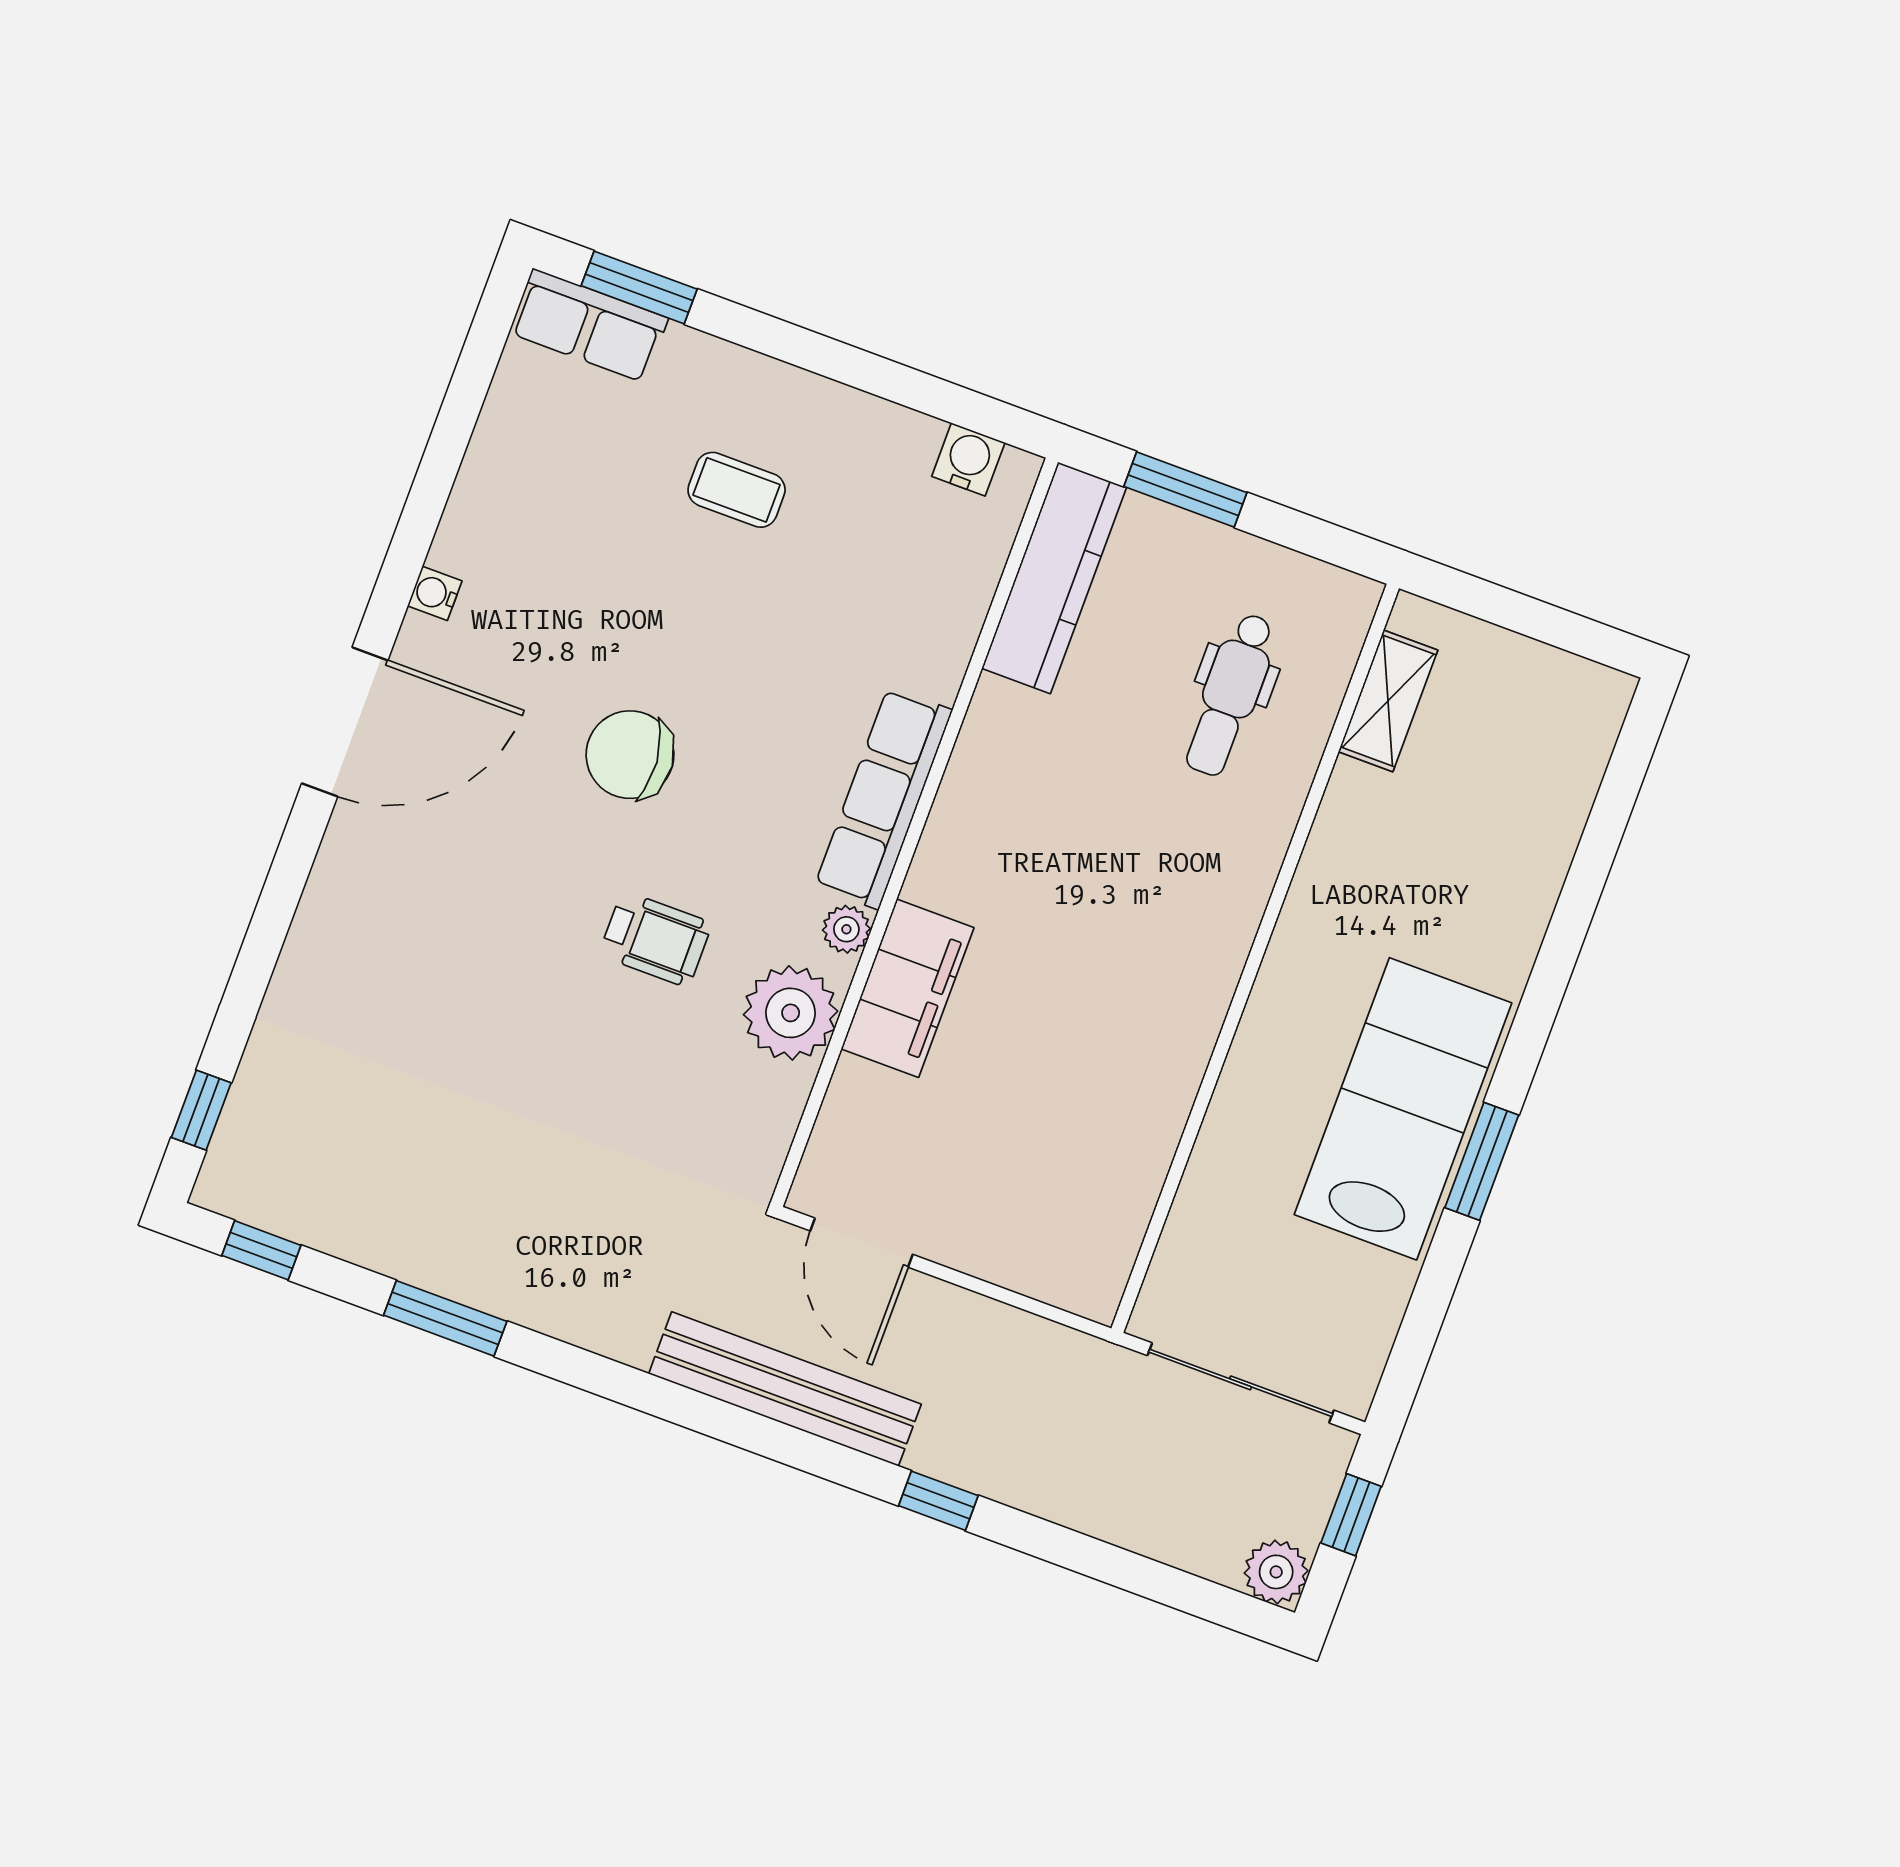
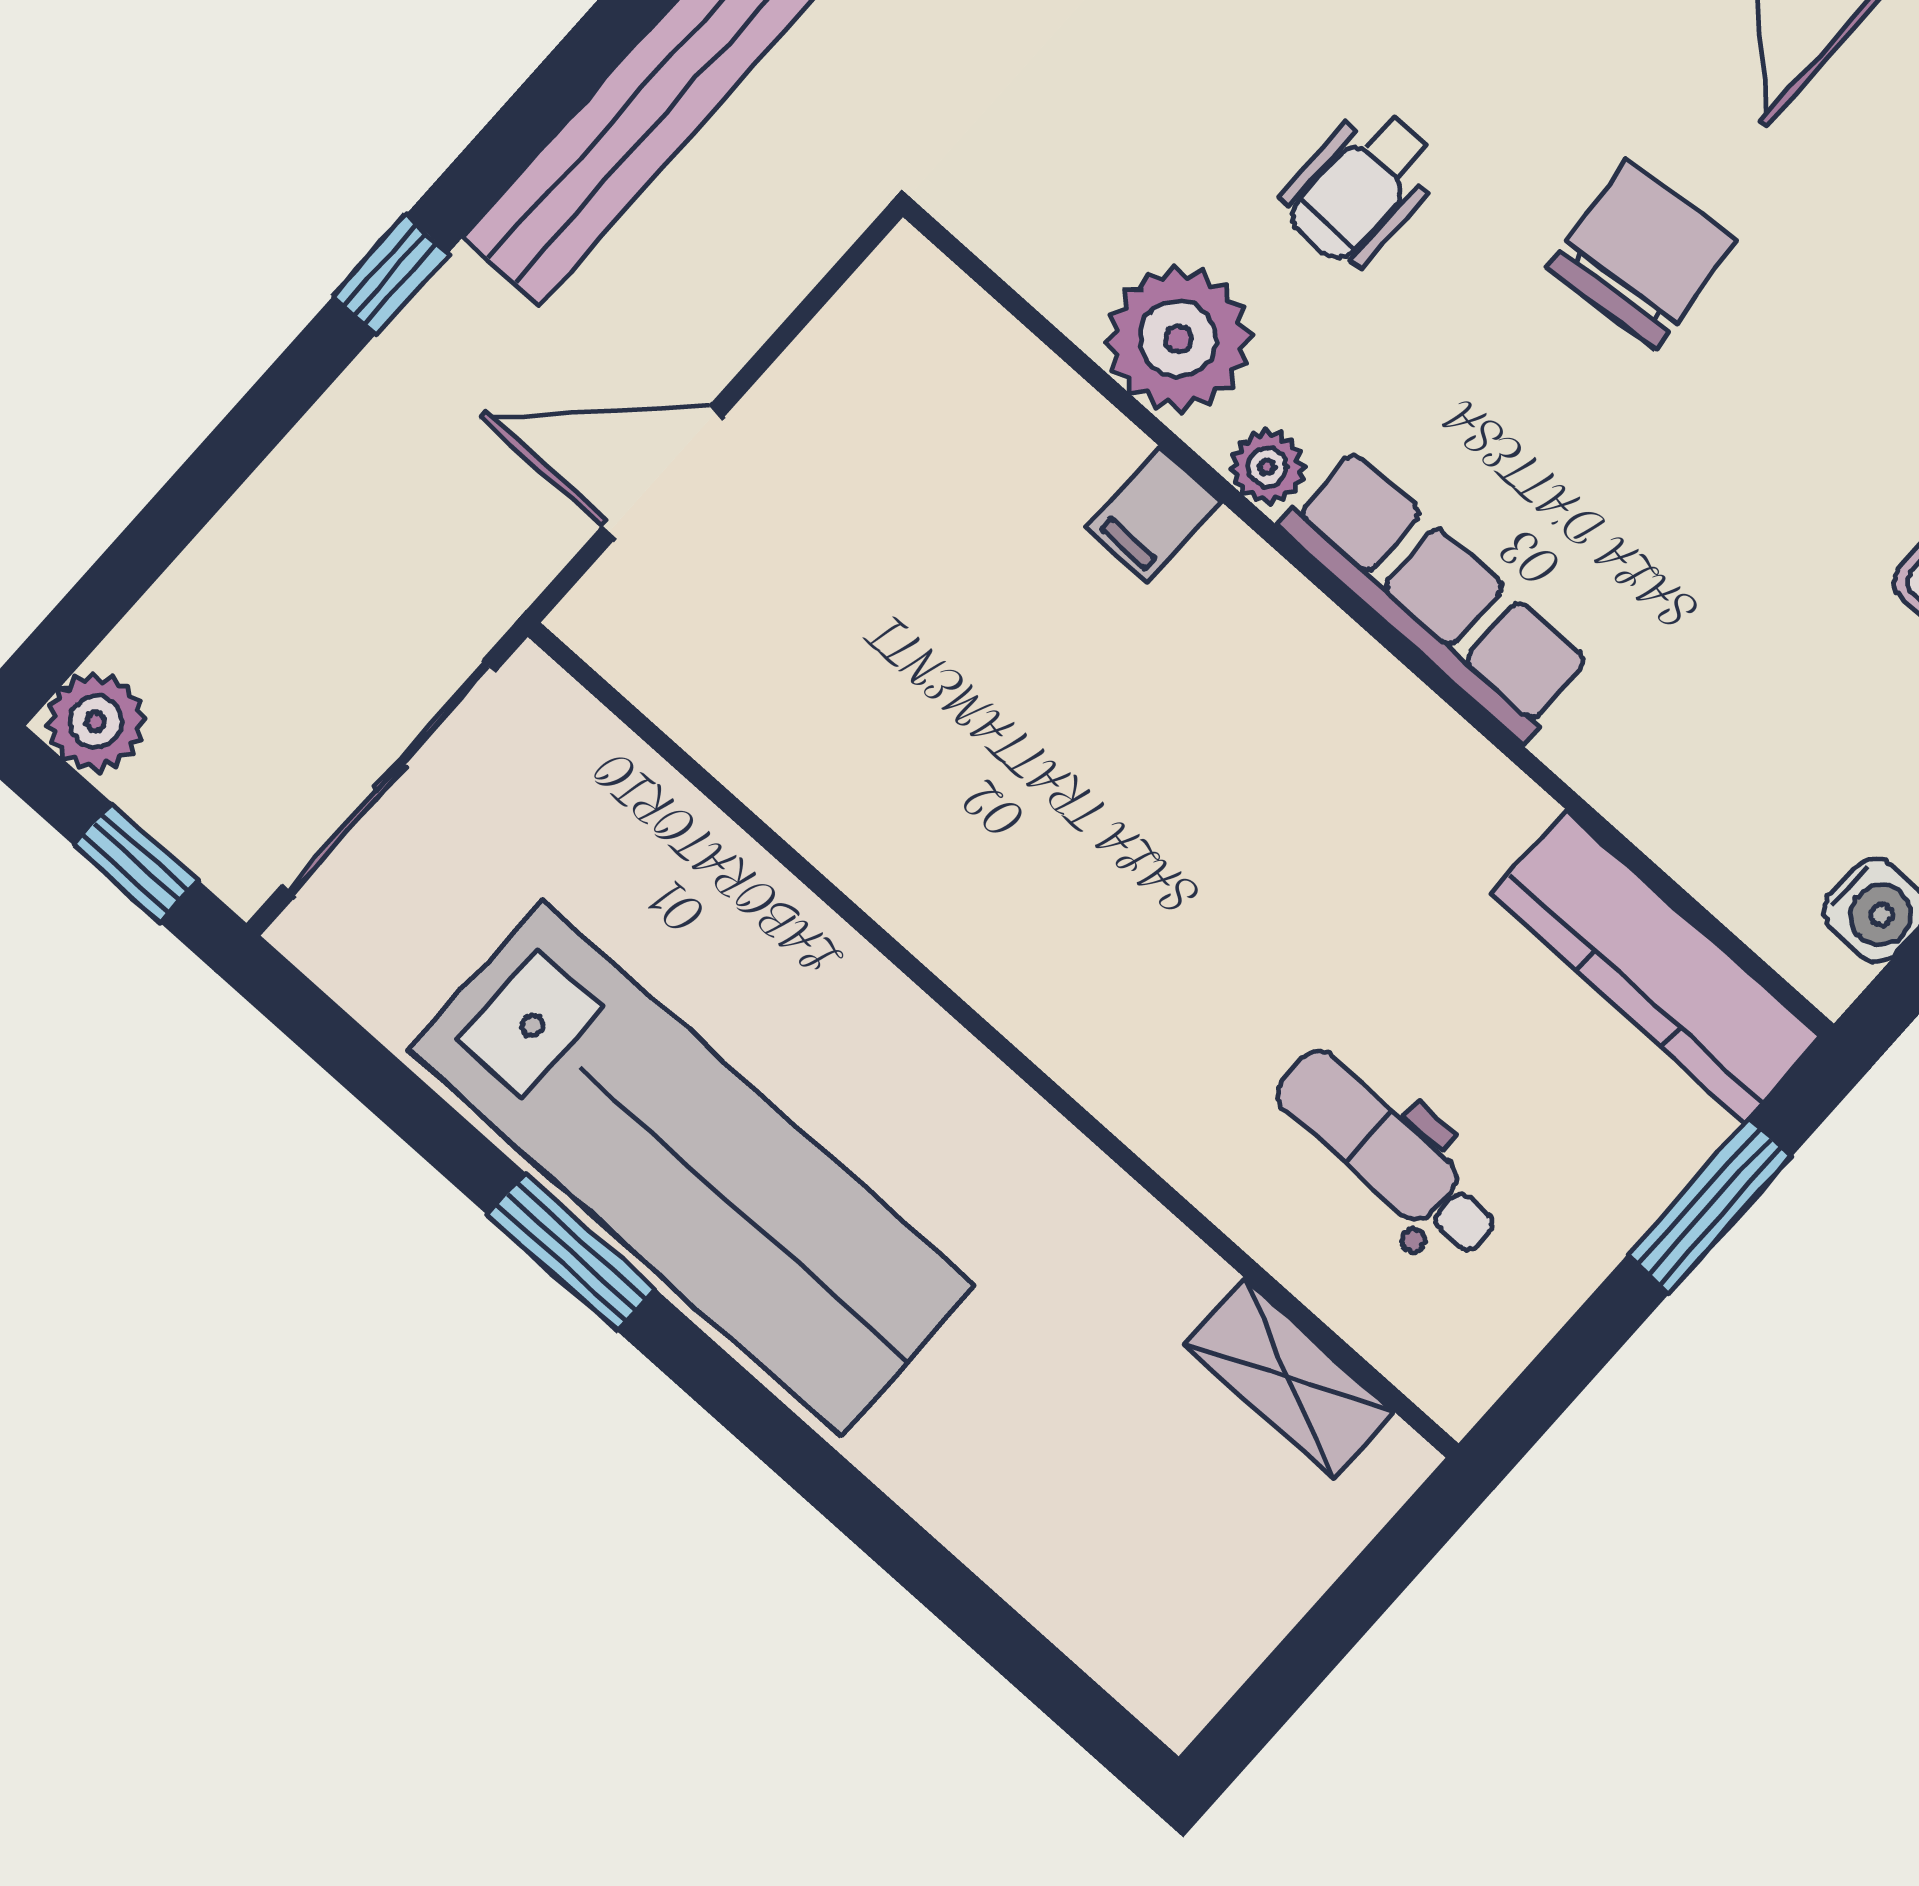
filing cabinet: (907, 988) -> (1154, 515), width x0.33, depth x0.86
lab bench: (1403, 1109) -> (692, 1168), width x1.36
door: (862, 1243) -> (662, 472), moved

